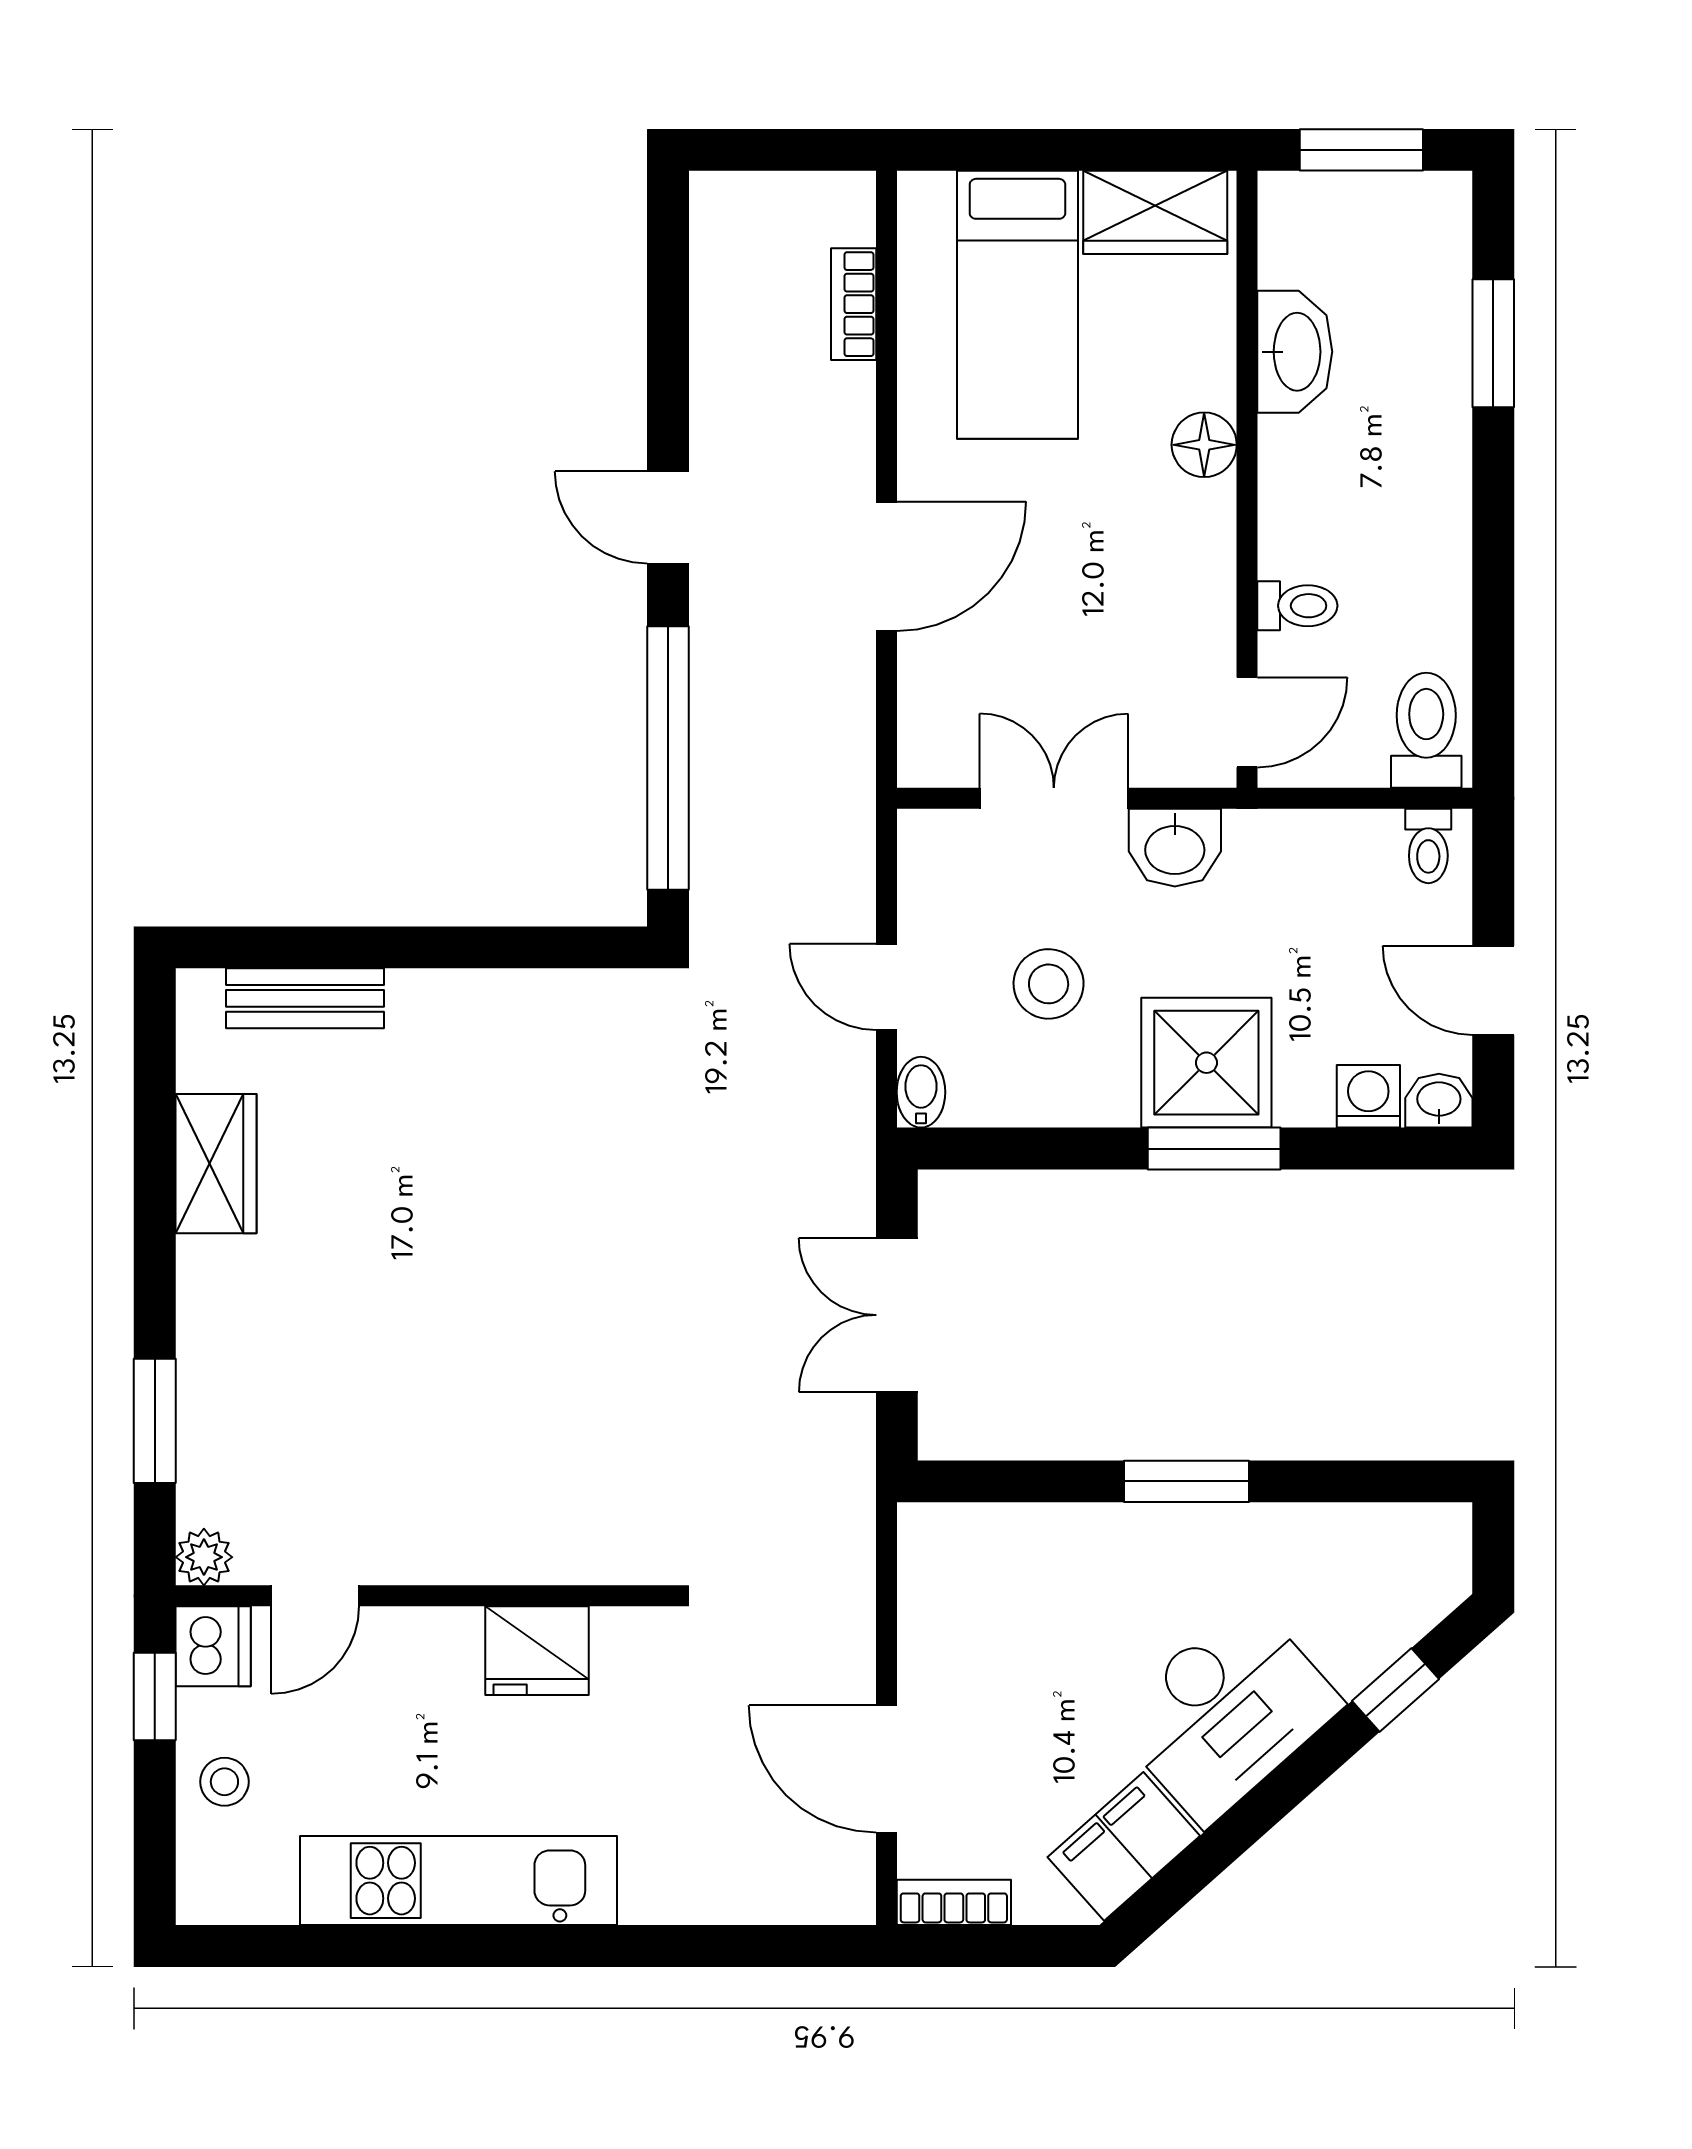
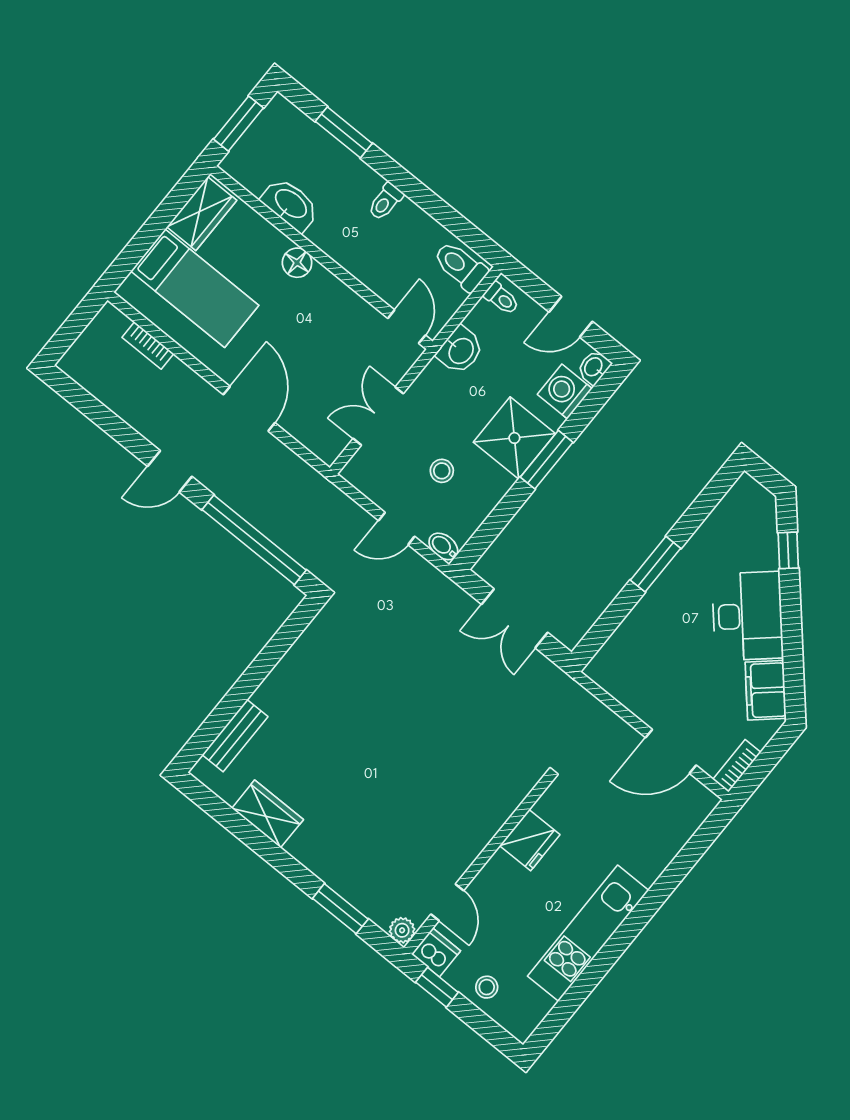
toilet: (1297, 606) -> (385, 202), moved, turned 180
washbasin: (1175, 848) -> (460, 350), moved
stool: (1049, 984) -> (442, 471), width x0.73, depth x0.73
washing machine: (1368, 1096) -> (565, 392), width x1.38, depth x1.38

